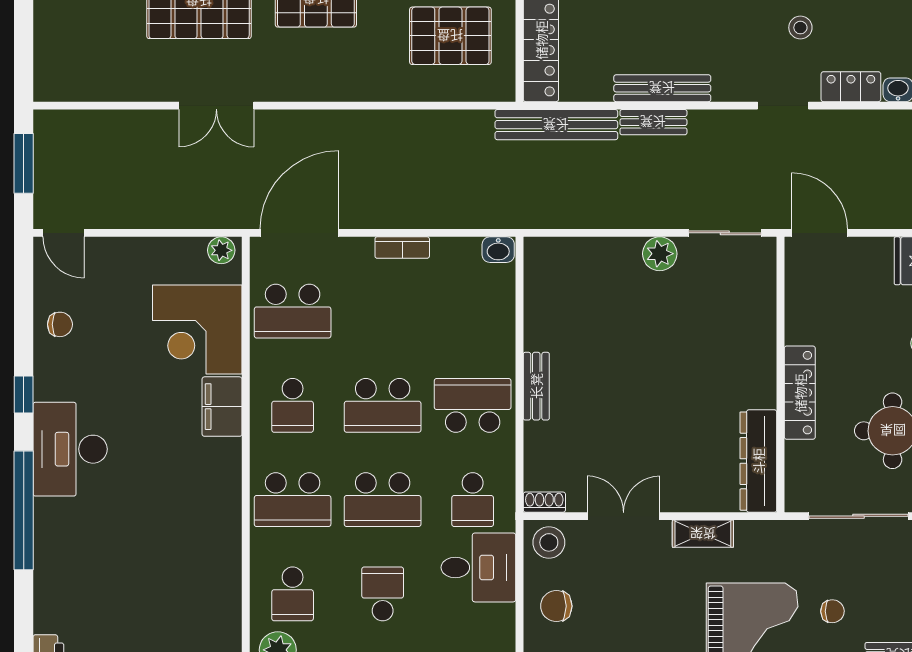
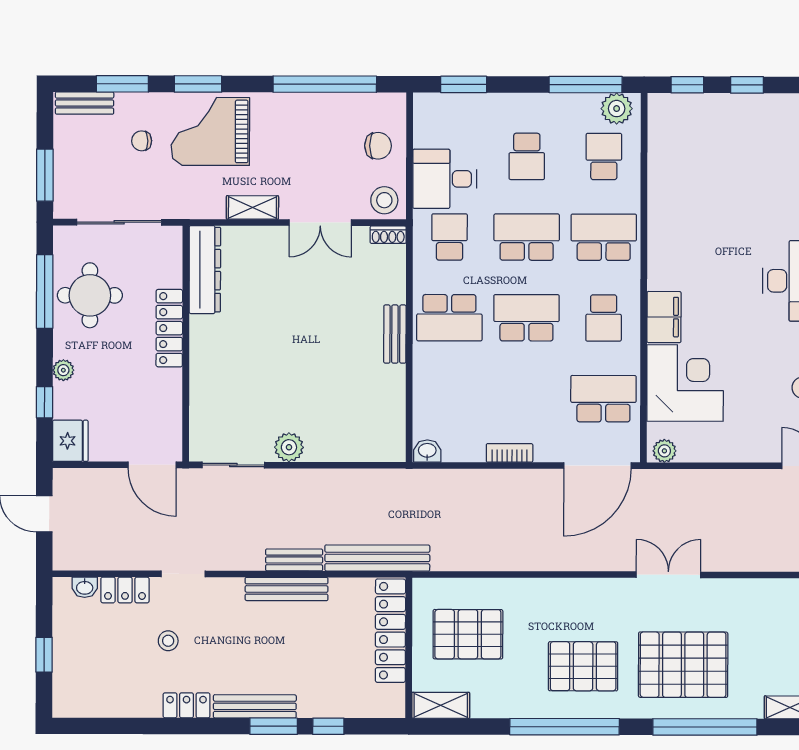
school desk: (293, 405) -> (604, 318), turned 180

